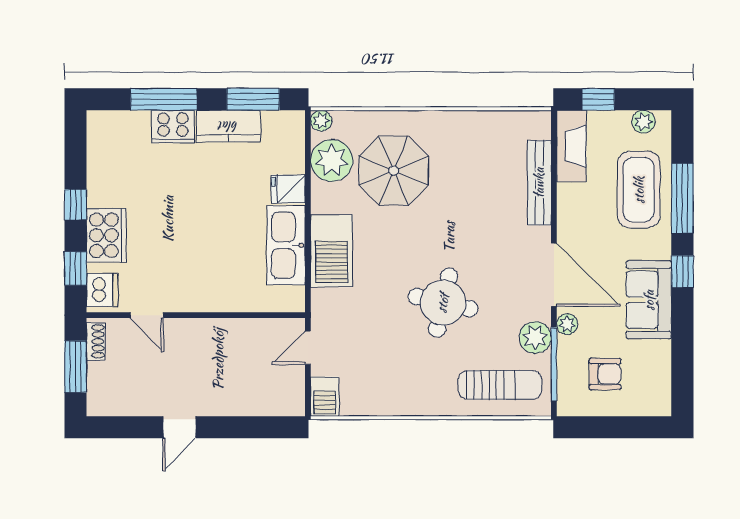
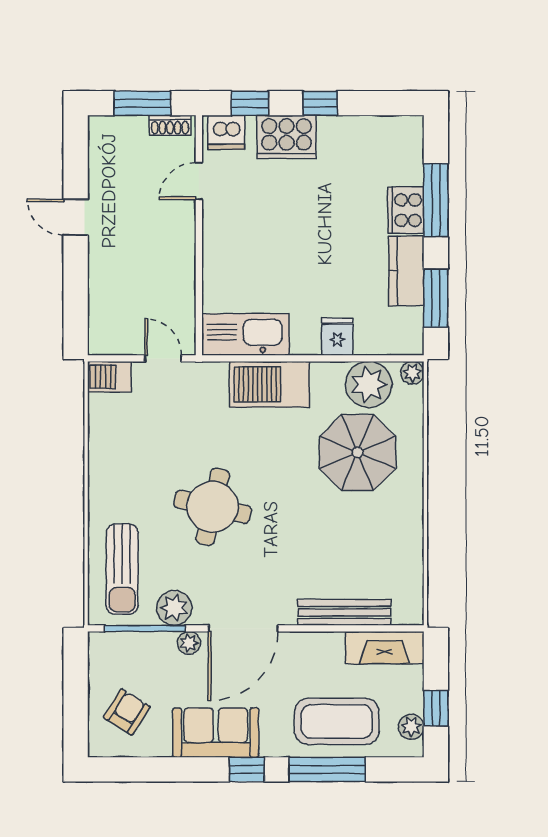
window: (598, 99) -> (436, 708), moved
kitchen sink: (286, 245) -> (245, 334), moved
armchair: (605, 374) -> (127, 712), moved, turned -148

